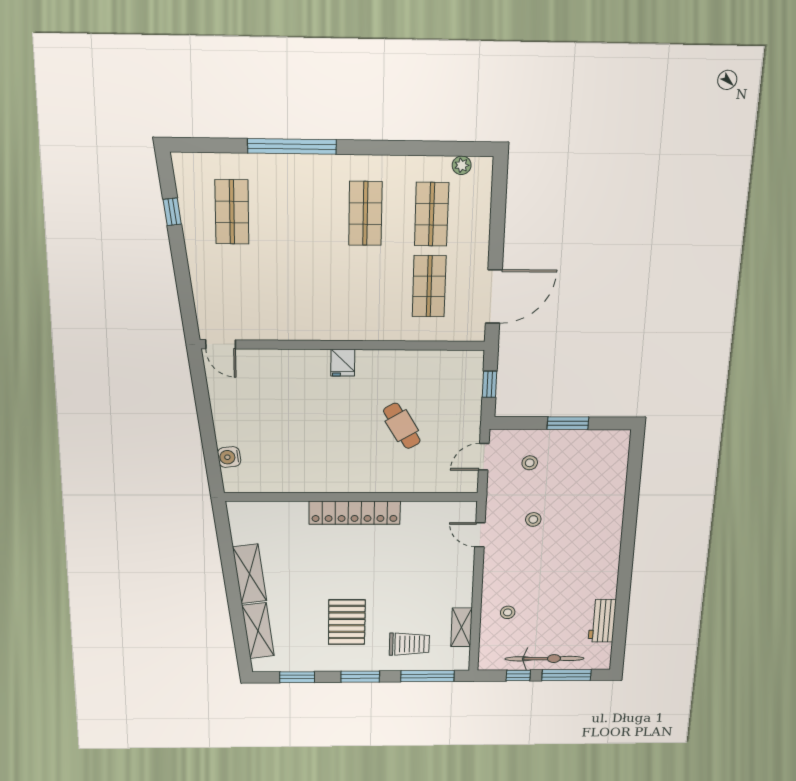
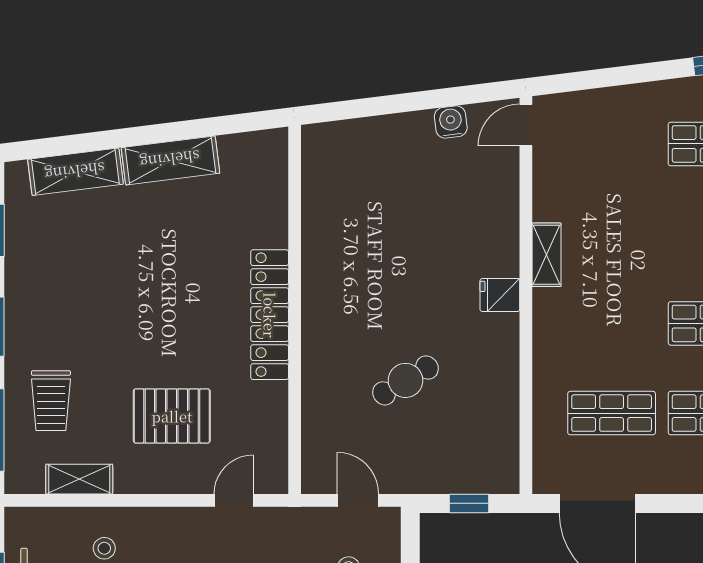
shelving: (314, 331) -> (547, 255), added
water cooler: (229, 457) -> (451, 122), moved
pallet: (347, 622) -> (172, 416), moved

